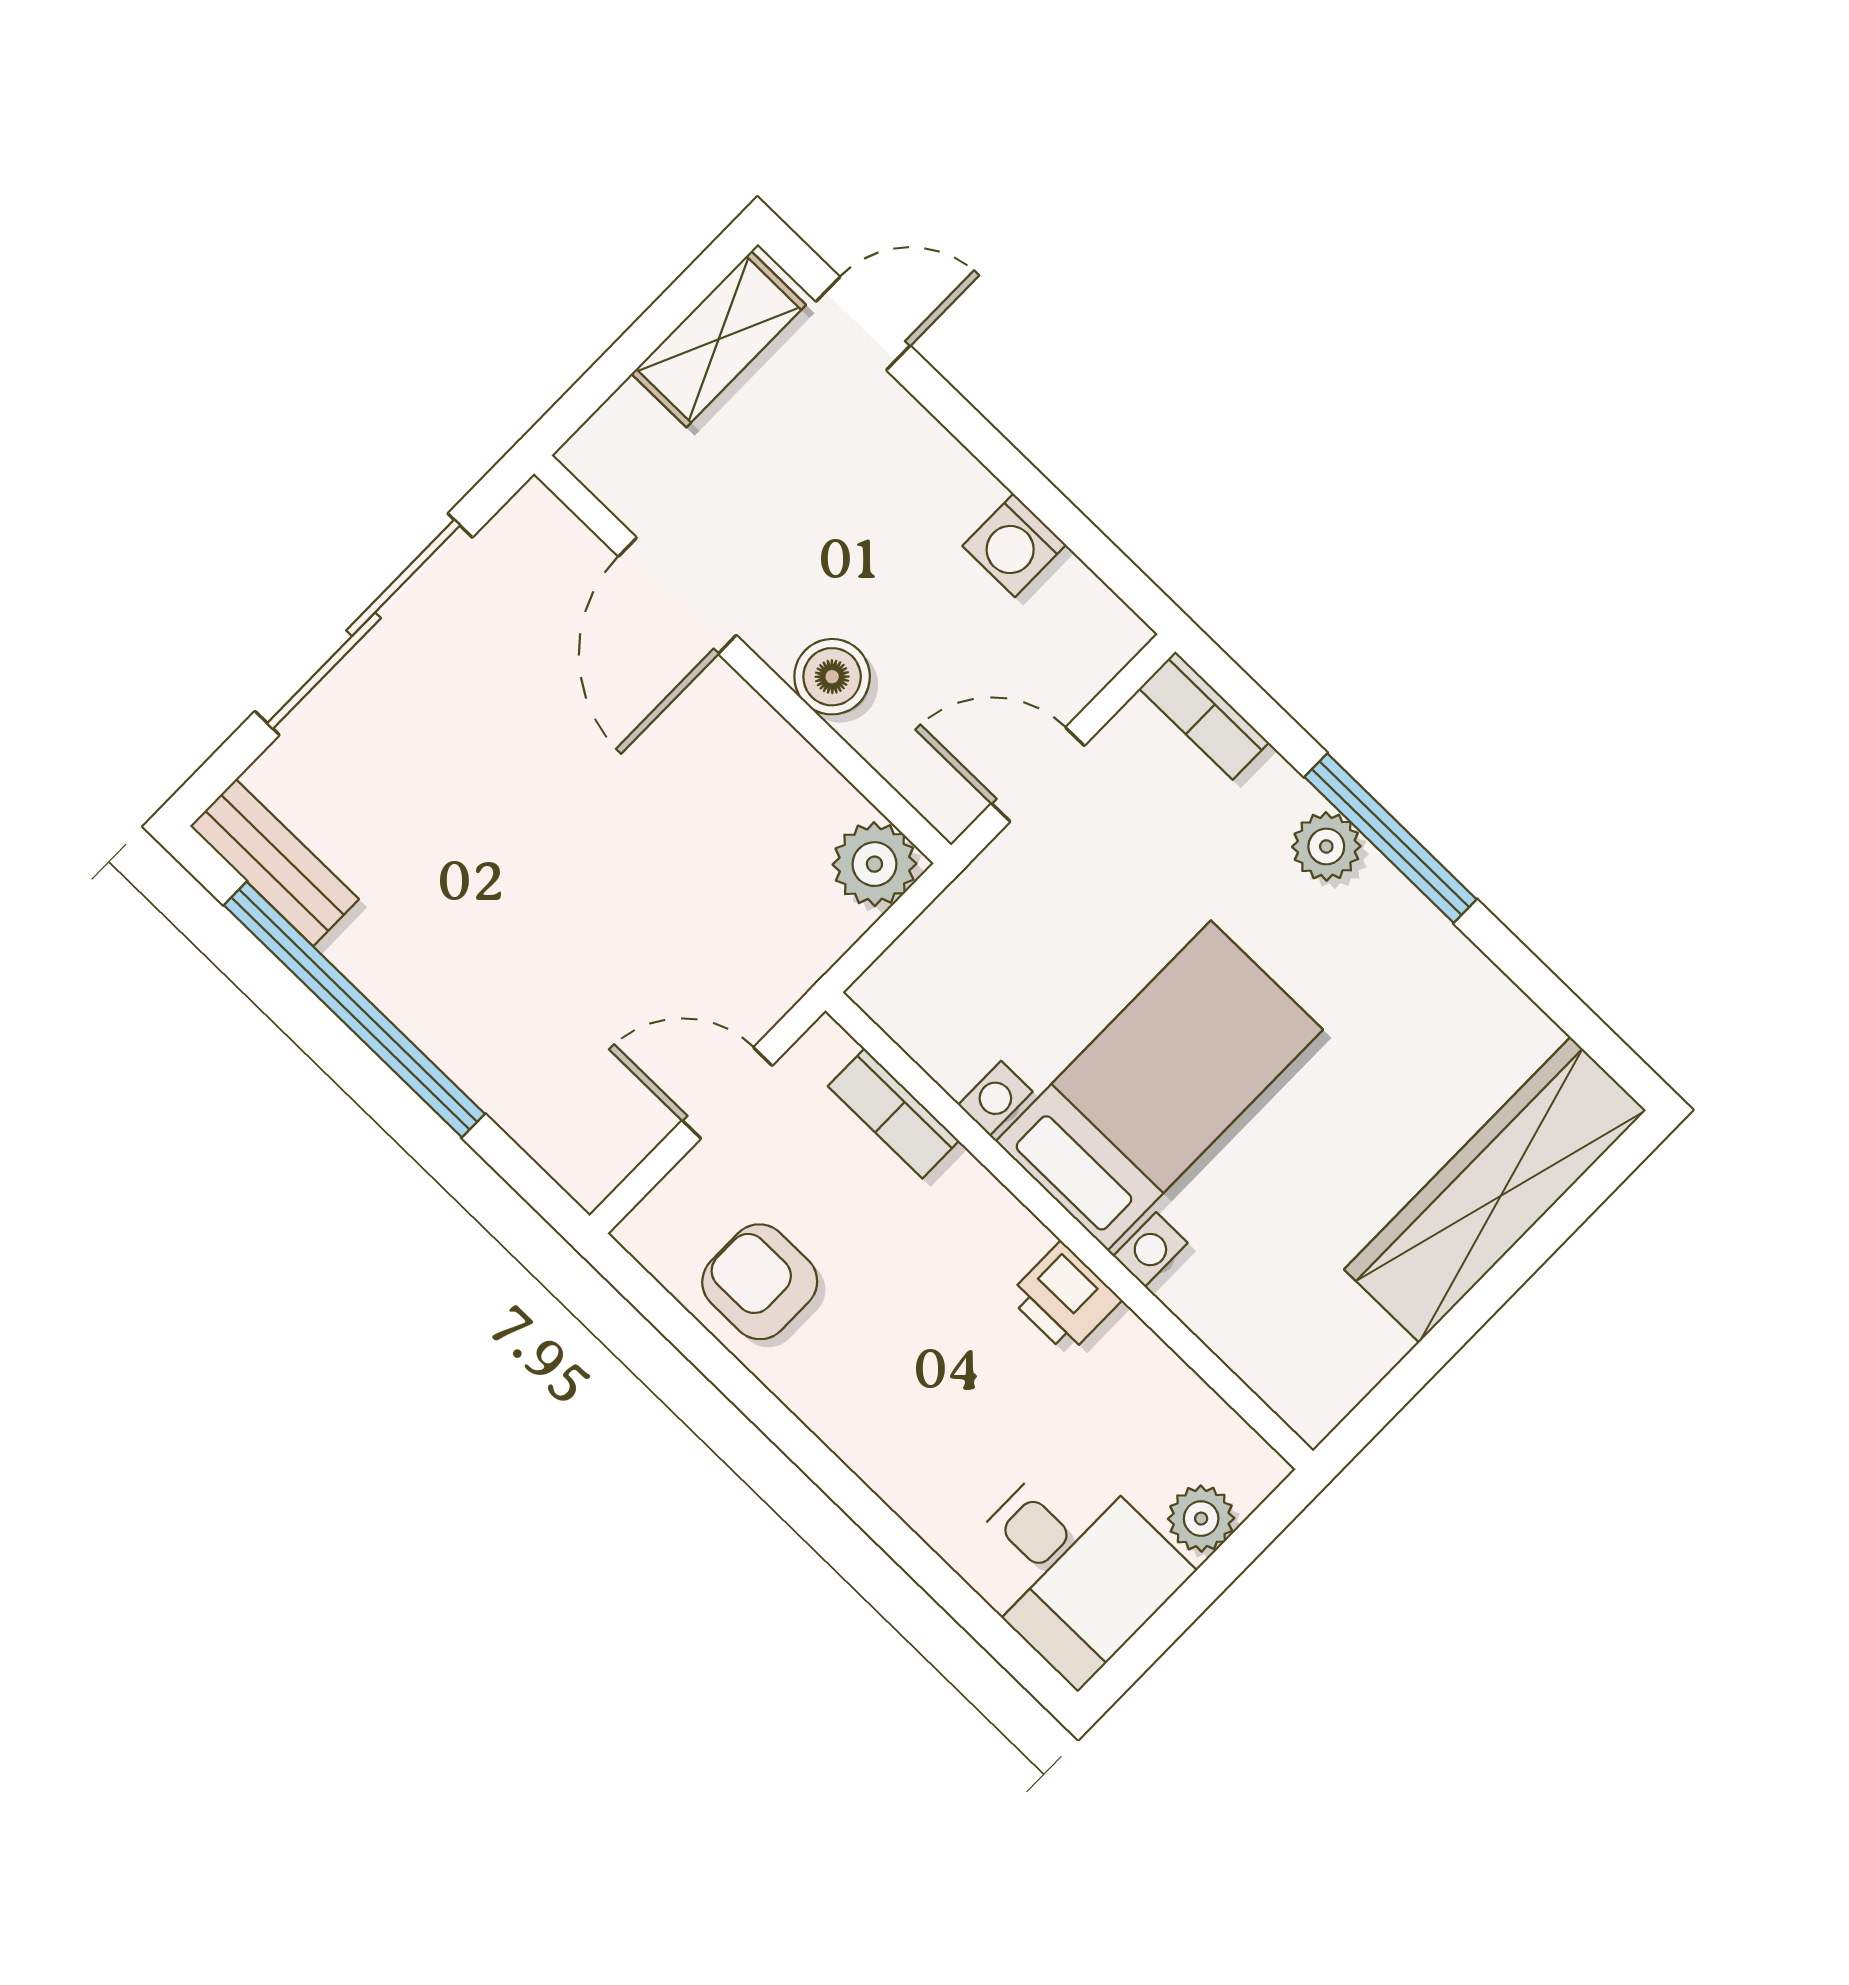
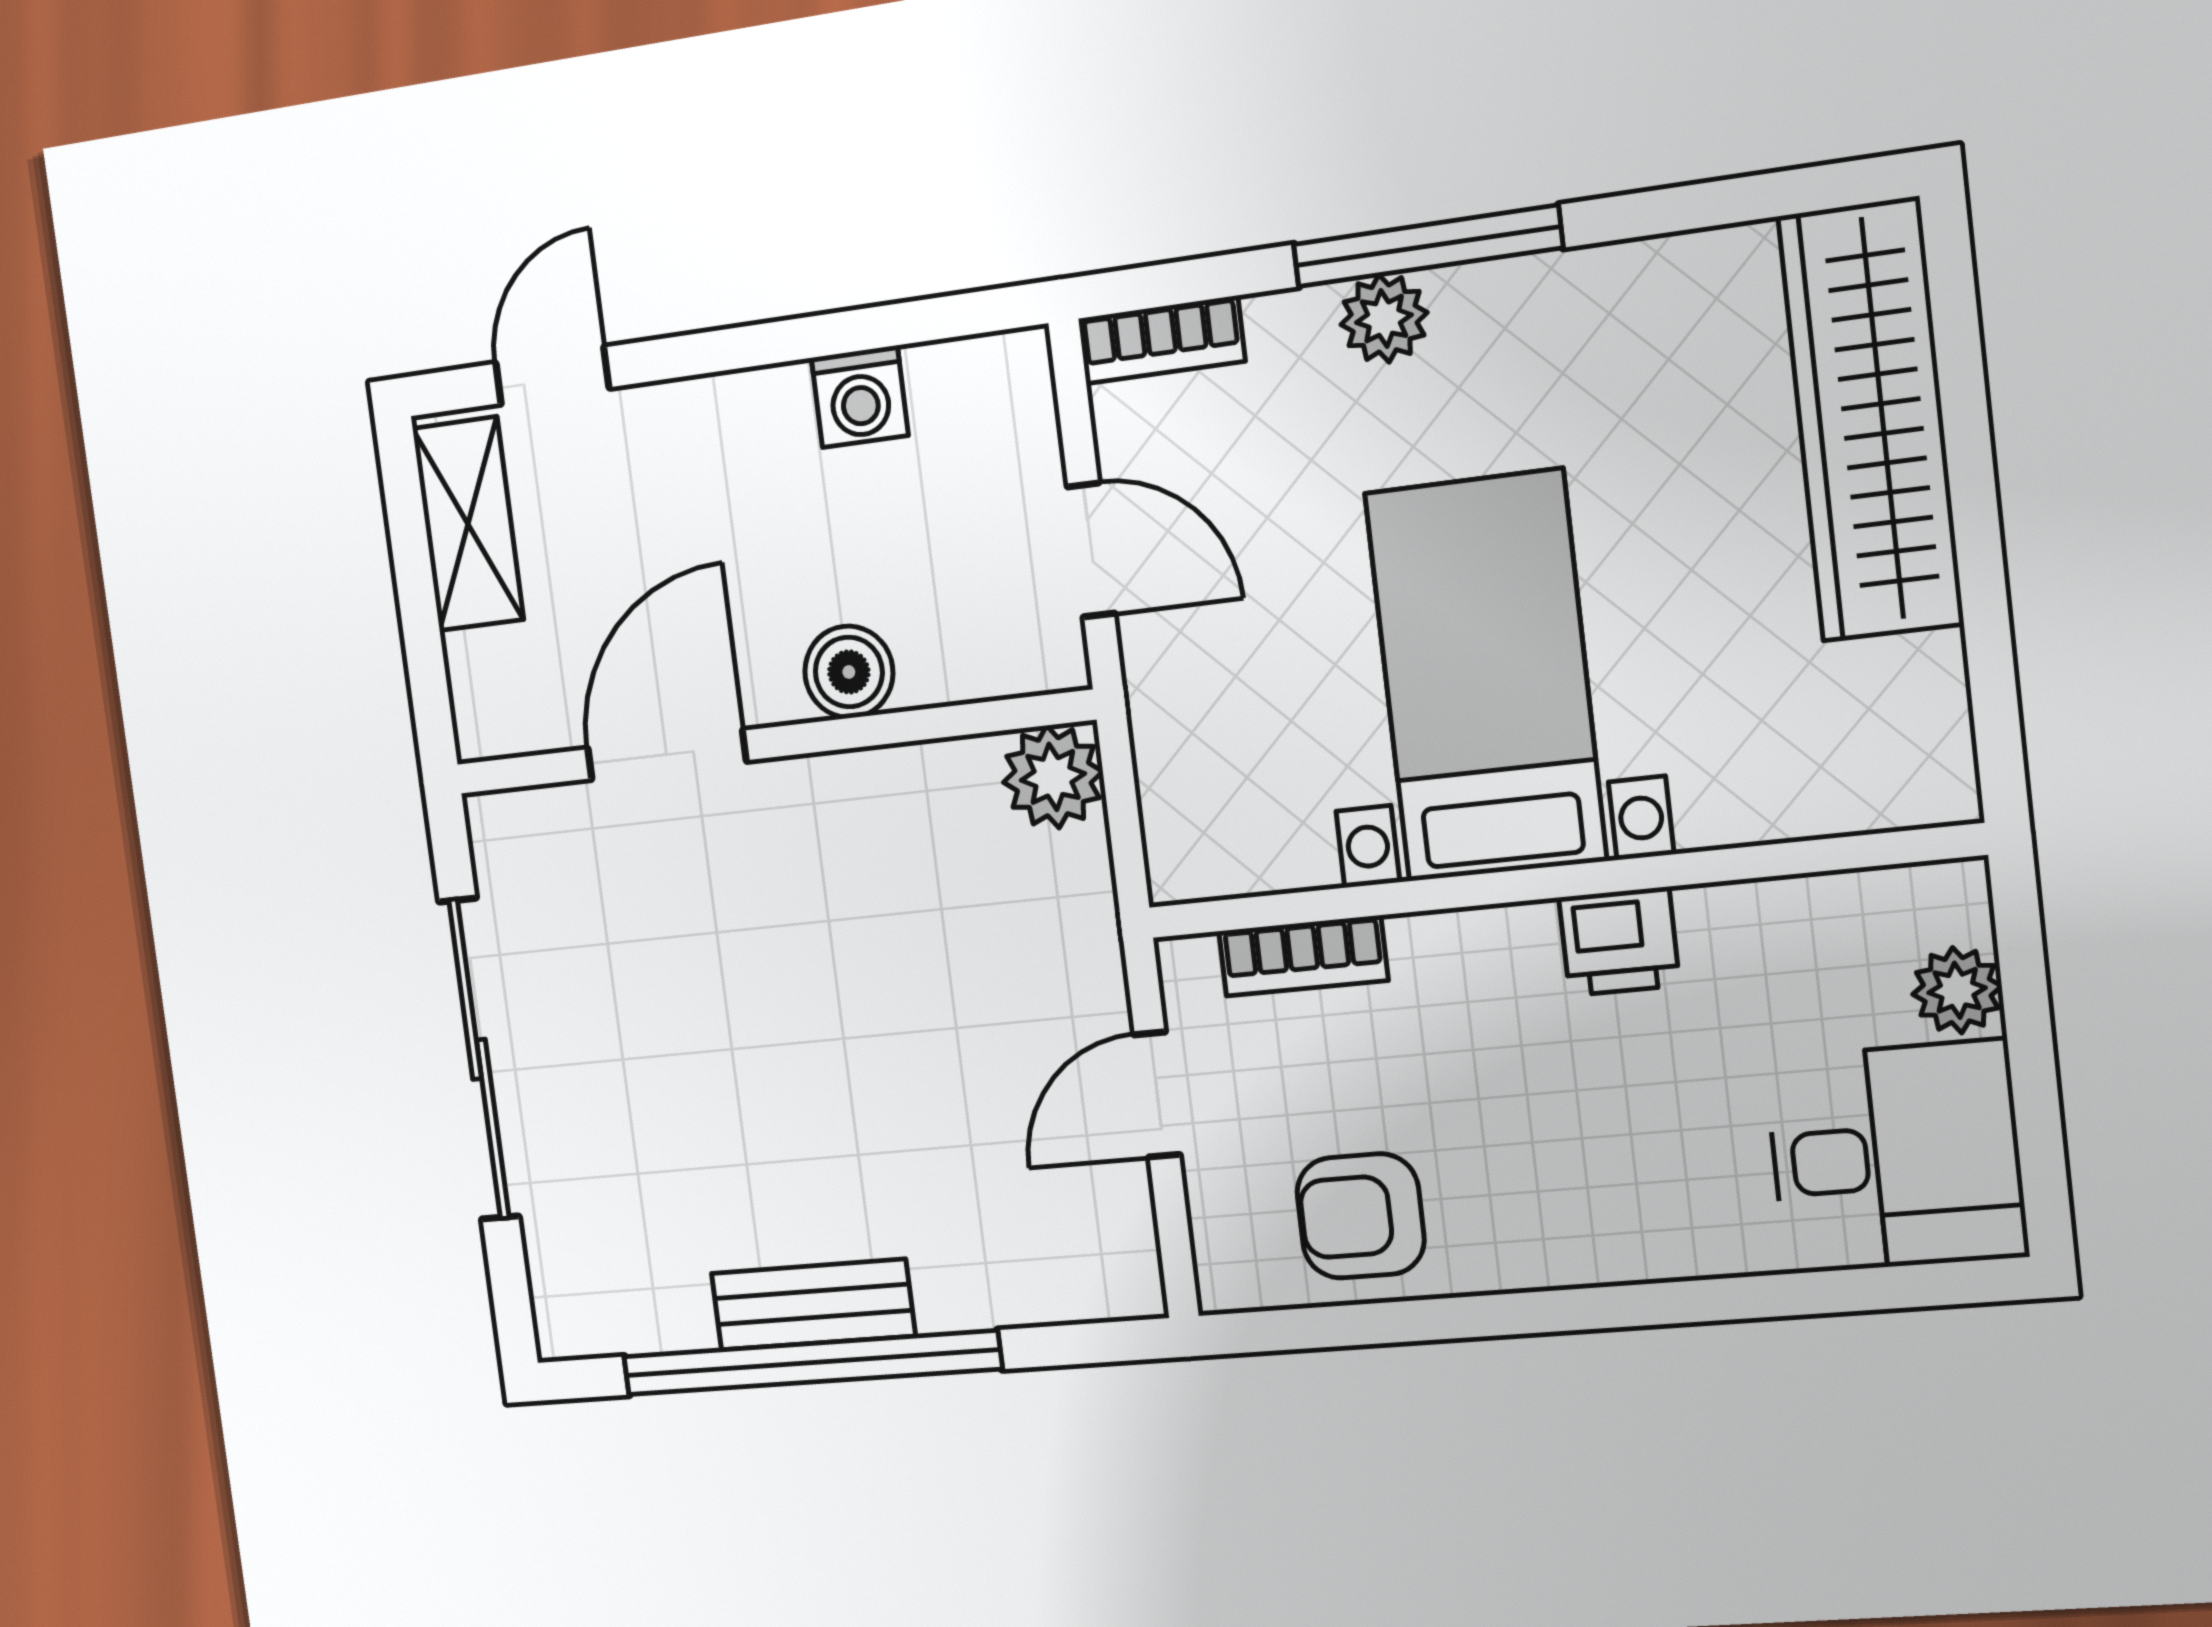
door: (677, 596) -> (667, 755), swing flipped
door: (1038, 775) -> (1091, 550), swing flipped
bench: (274, 863) -> (813, 1305), moved

